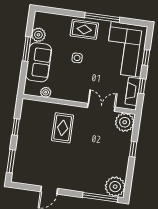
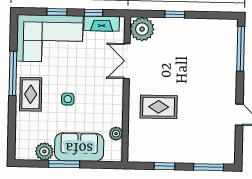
plant: (115, 187) -> (225, 32), removed

